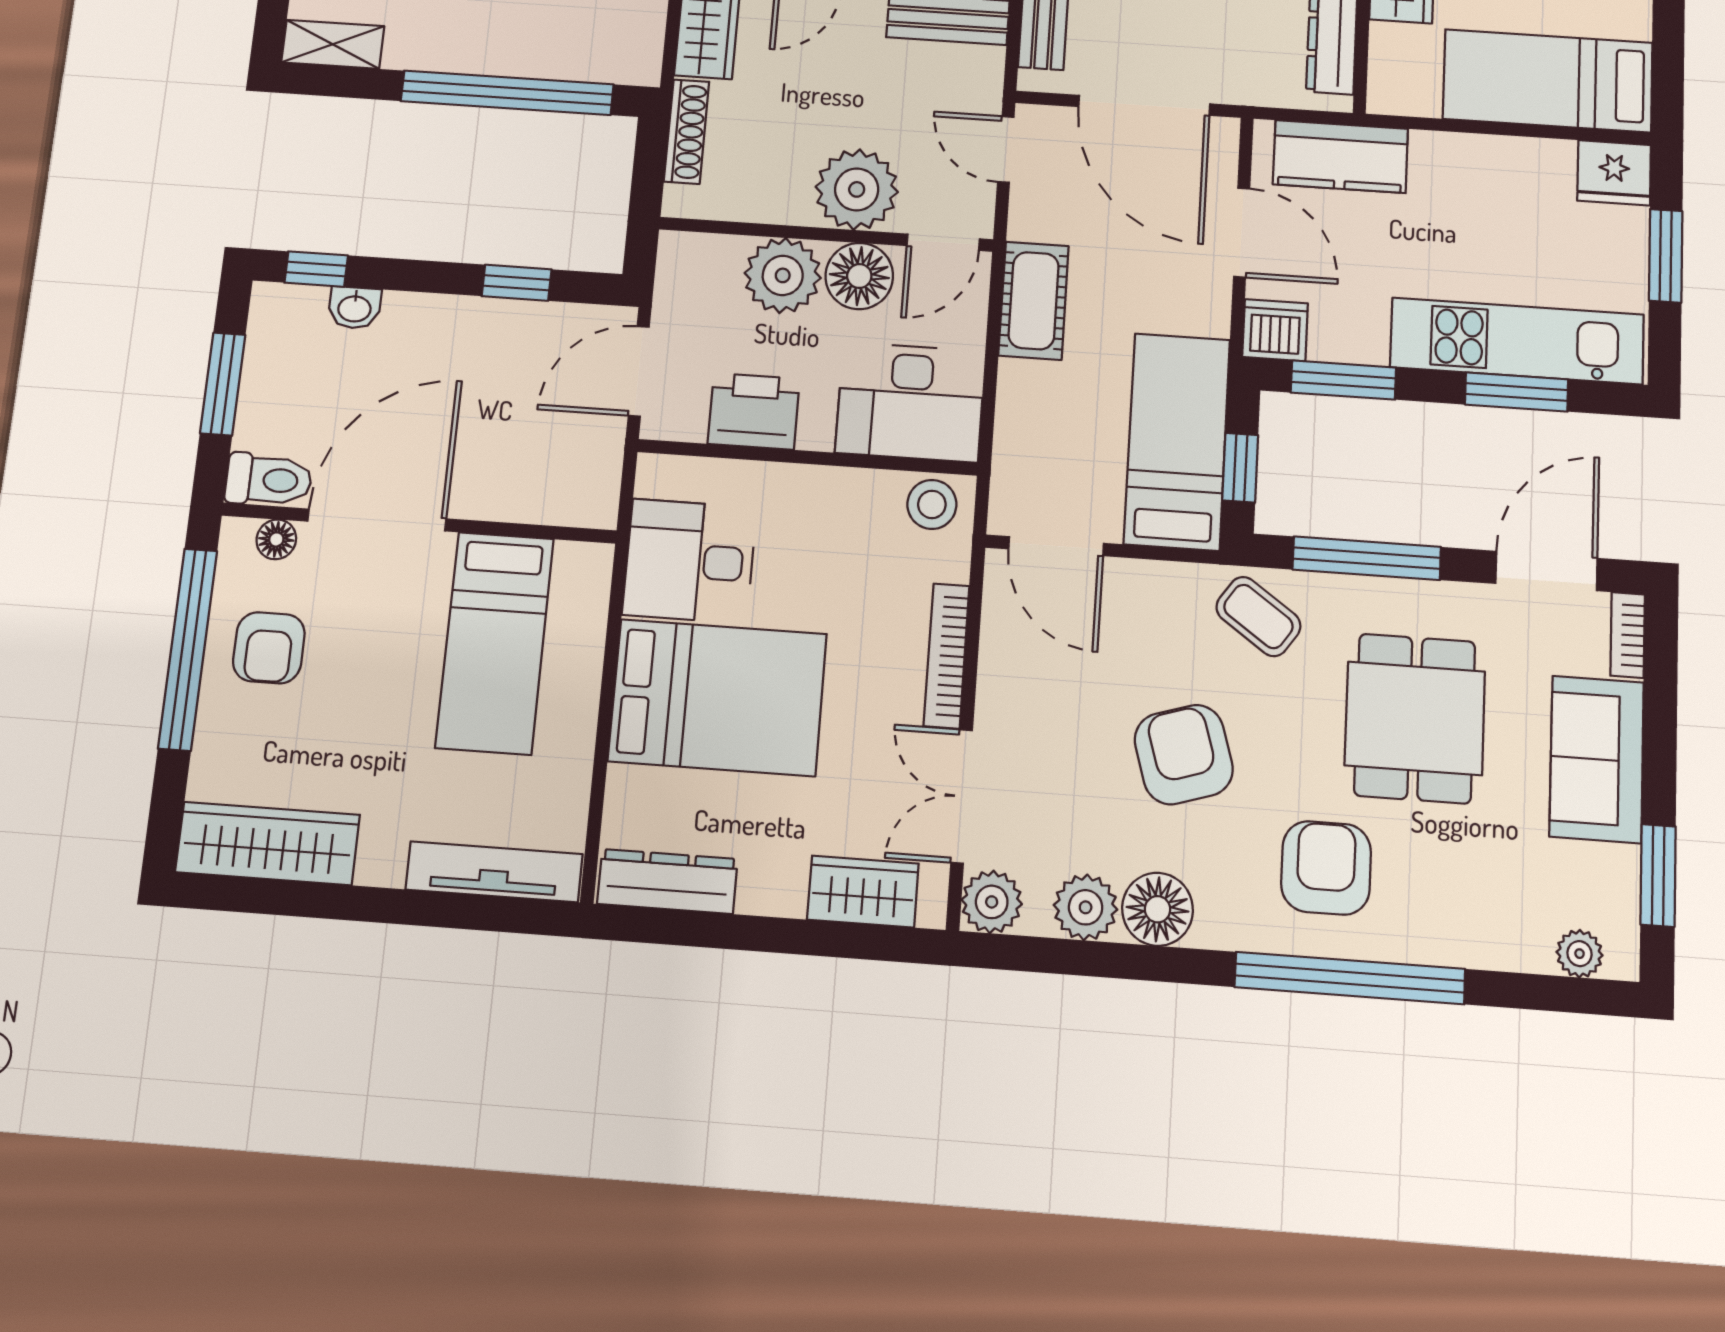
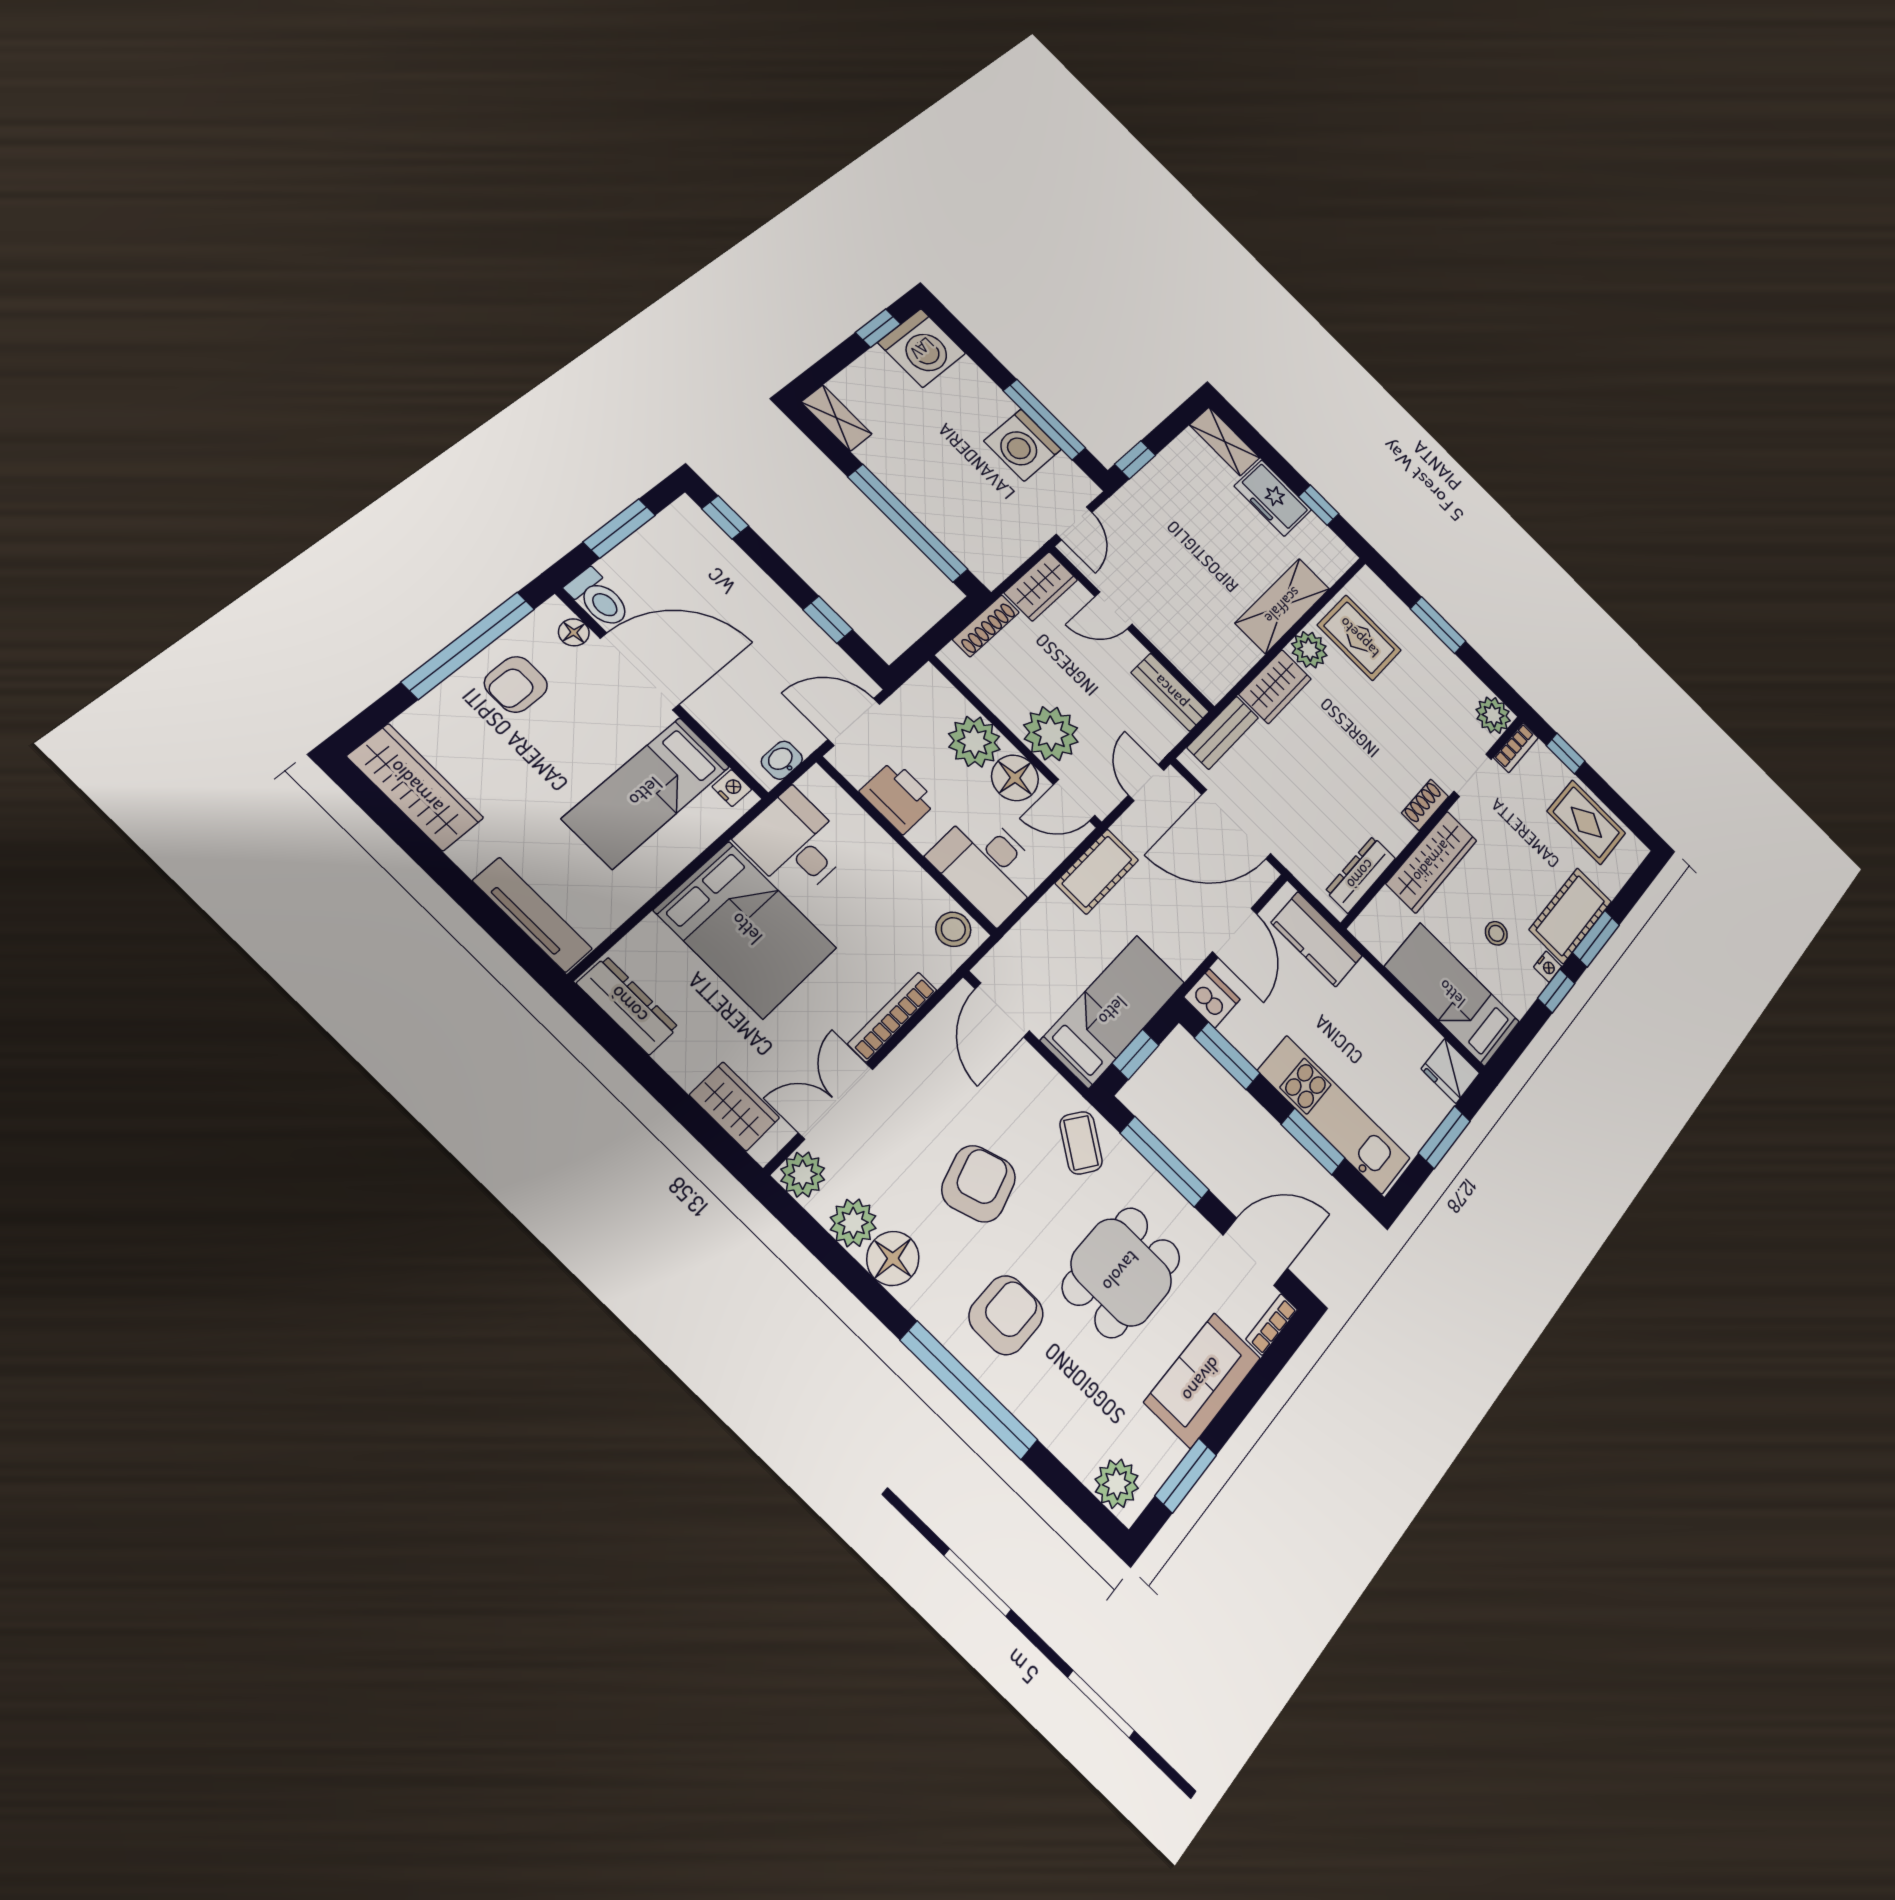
door: (1144, 105) -> (1236, 824), hinge flipped
washbasin: (355, 308) -> (782, 760), moved, turned 90
nightstand: (576, 560) -> (732, 788), added
plant: (1580, 954) -> (1117, 1484), width x1.38, depth x1.38

